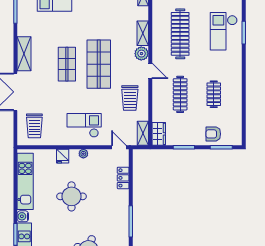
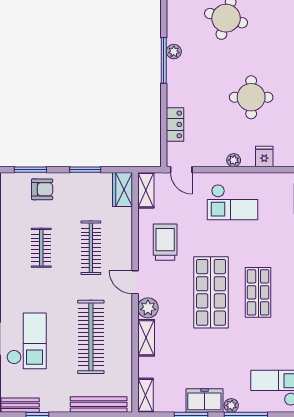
plant: (124, 227) -> (174, 52), added

